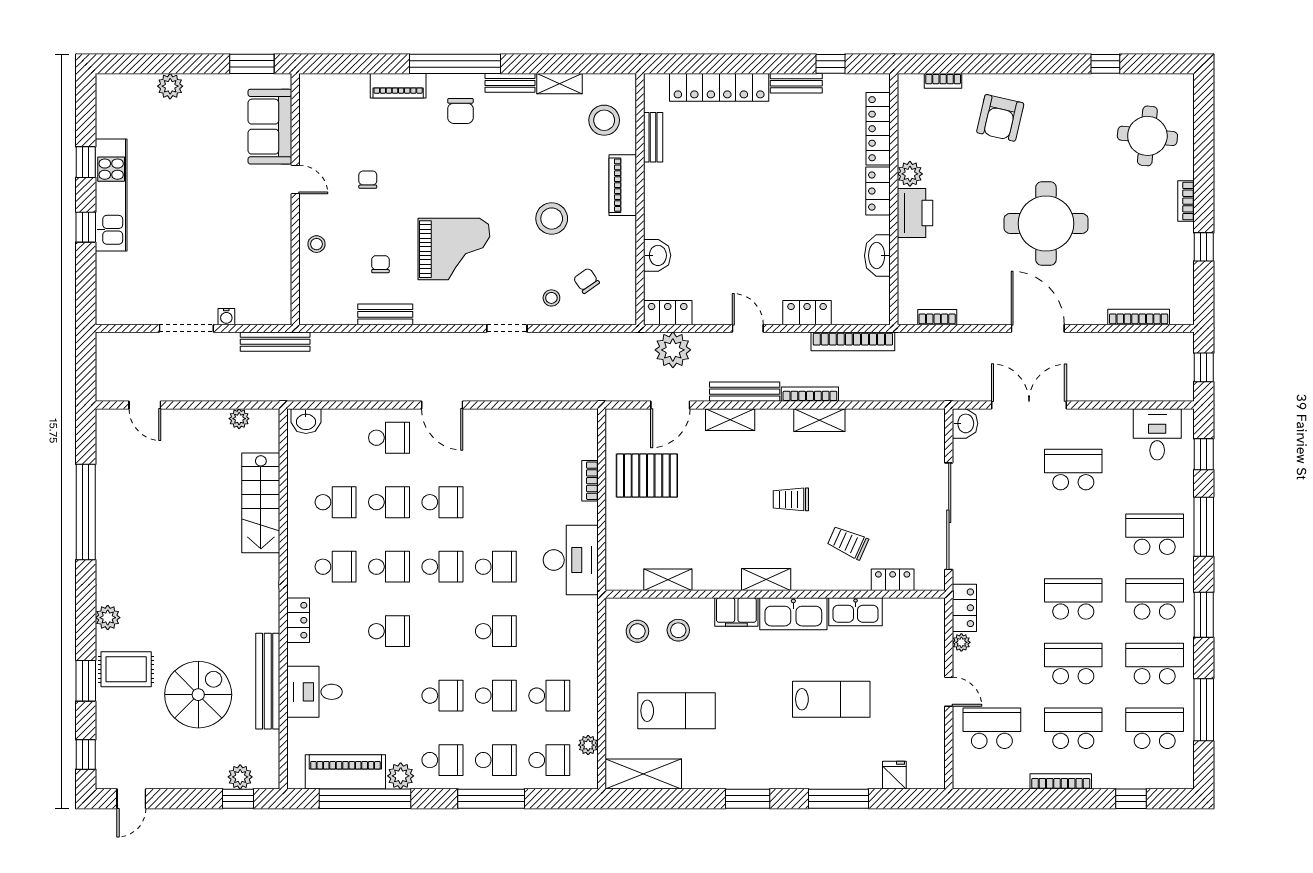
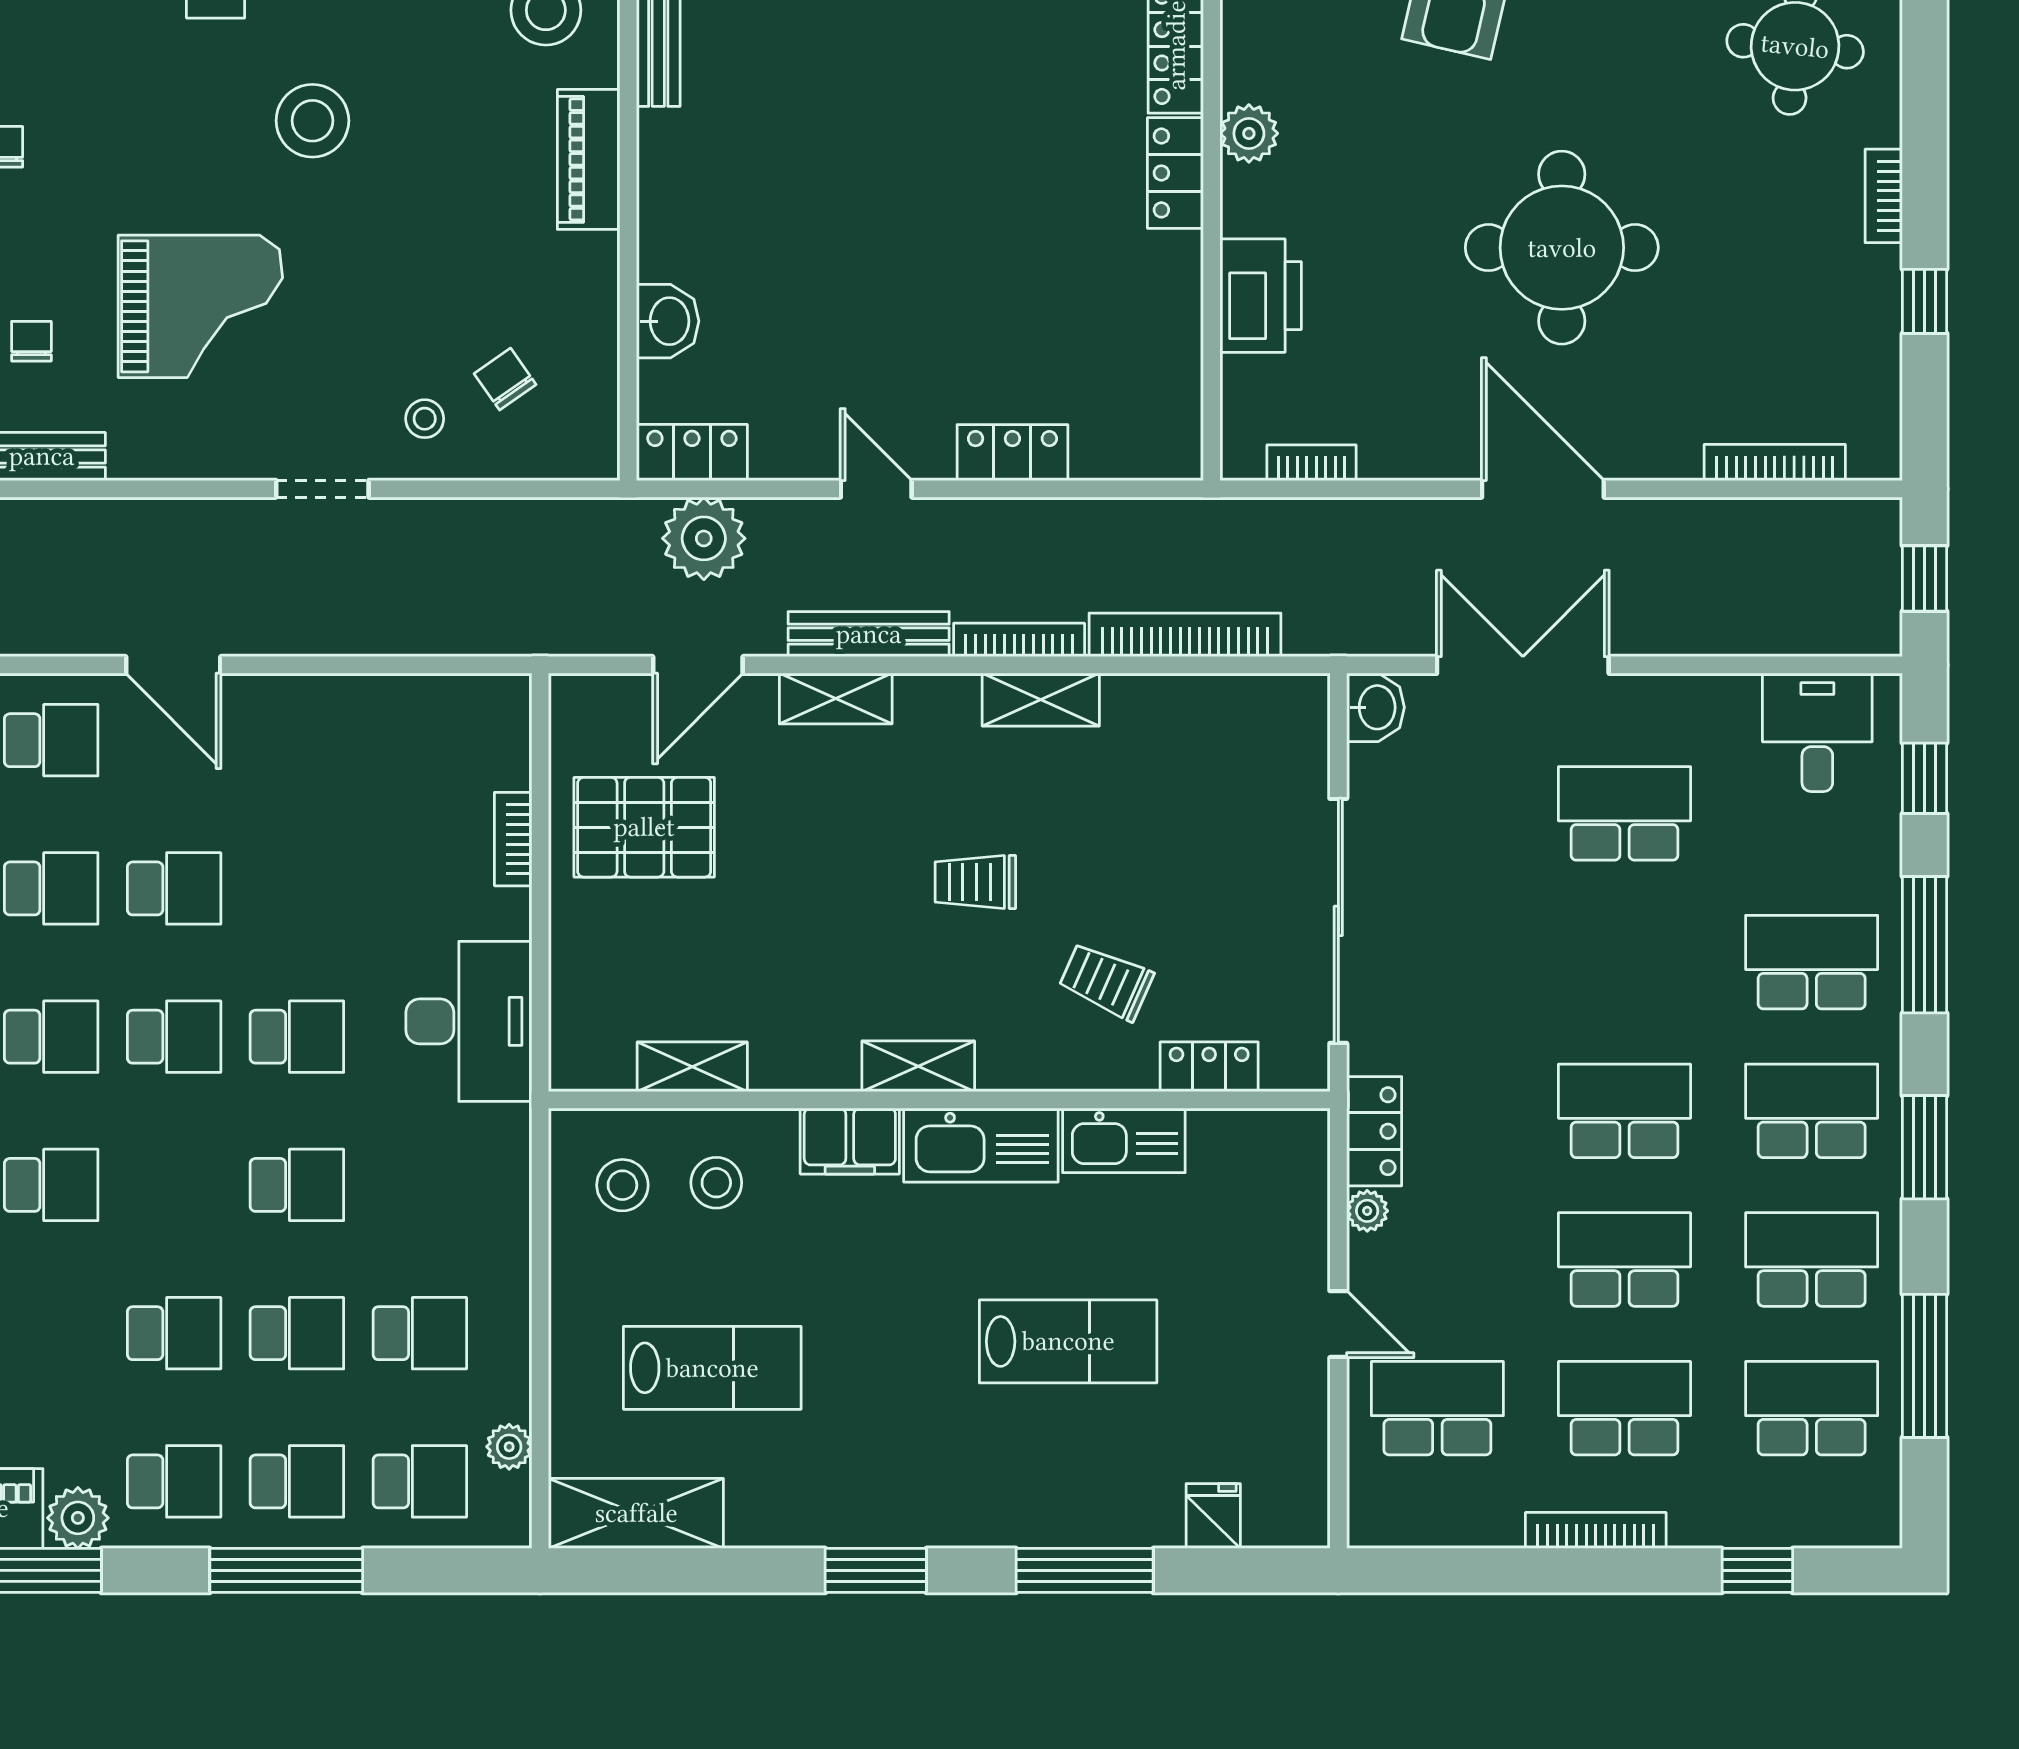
printer: (915, 213) -> (1261, 296), moved
stool: (552, 219) -> (312, 121), moved
washbasin: (877, 256) -> (1174, 321), removed
bookcase: (853, 341) -> (1185, 635), moved, turned 180

